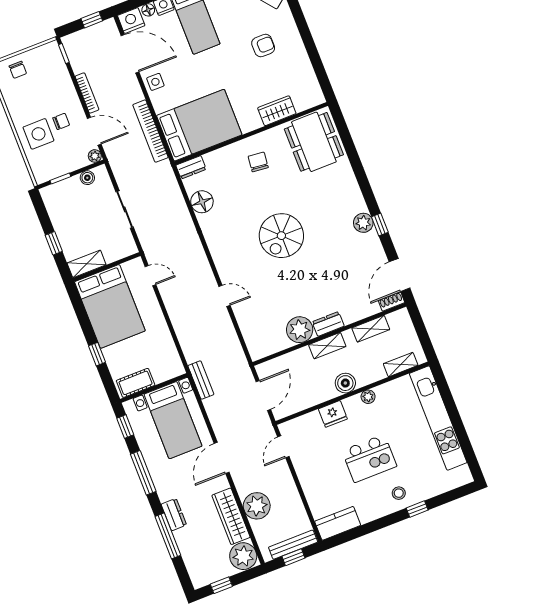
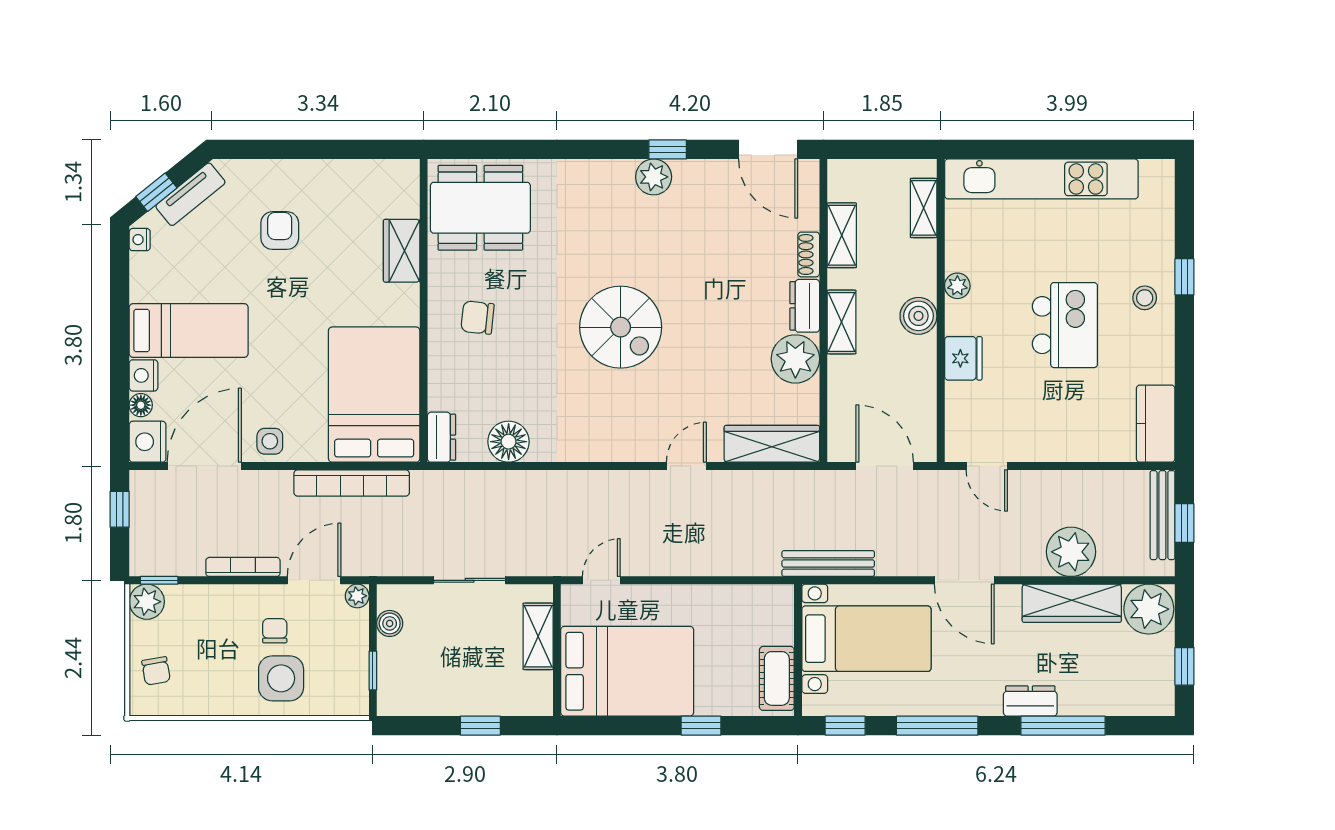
plant: (51, 51) -> (147, 602), added
chair: (18, 70) -> (156, 671), turned 80
shelving: (87, 264) -> (538, 636), moved
shoe rack: (391, 302) -> (809, 254), moved
wardrobe: (252, 334) -> (772, 444), added
bench: (201, 380) -> (828, 564), width x1.36

